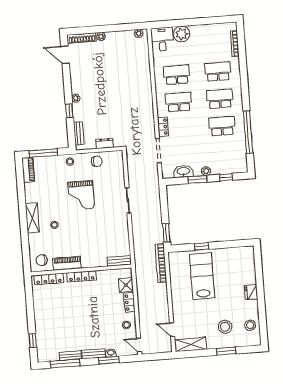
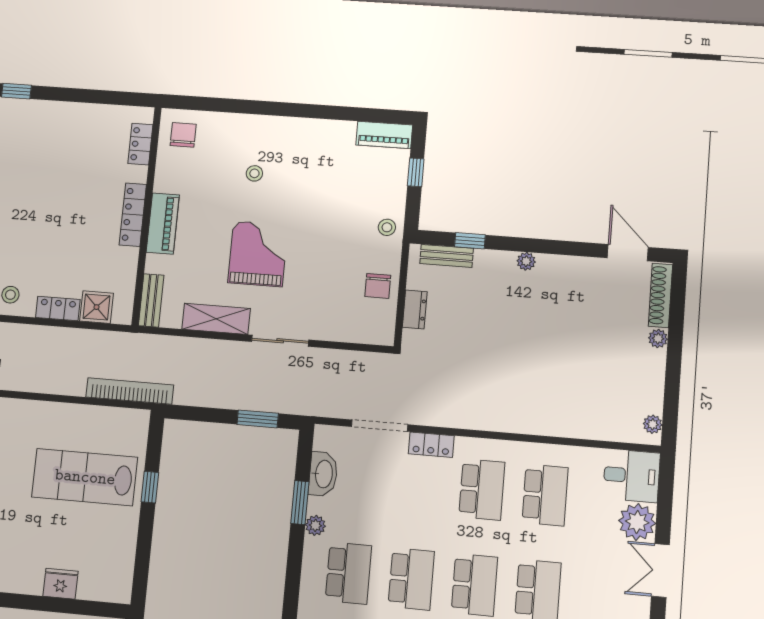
double door: (200, 21) -> (660, 570), added
door: (65, 55) -> (628, 253), hinge flipped
window: (69, 111) -> (470, 241), moved
window: (43, 153) -> (416, 172), width x0.46
school desk: (224, 153) -> (348, 573), added
window: (226, 177) -> (294, 568), removed
grand piano: (81, 195) -> (258, 254), moved, turned 90
shelving: (32, 218) -> (216, 319), moved
window: (166, 233) -> (258, 419), moved
piano: (67, 263) -> (163, 223), moved
lab bench: (202, 276) -> (85, 477), turned 180
locker: (49, 279) -> (140, 144), width x0.66
fridge: (251, 292) -> (60, 584), moved

